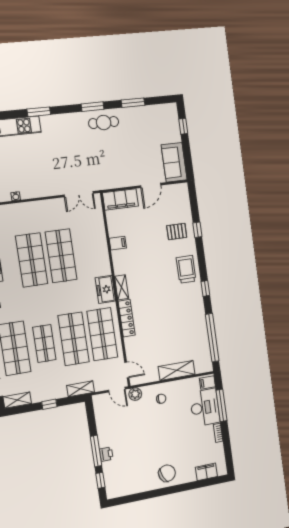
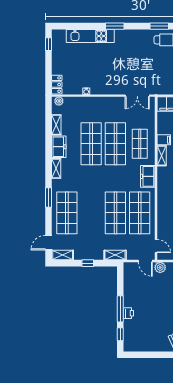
shelving: (122, 287) -> (162, 156), moved
locker: (127, 318) -> (162, 203), removed
shop shelf: (44, 344) -> (140, 144), moved

